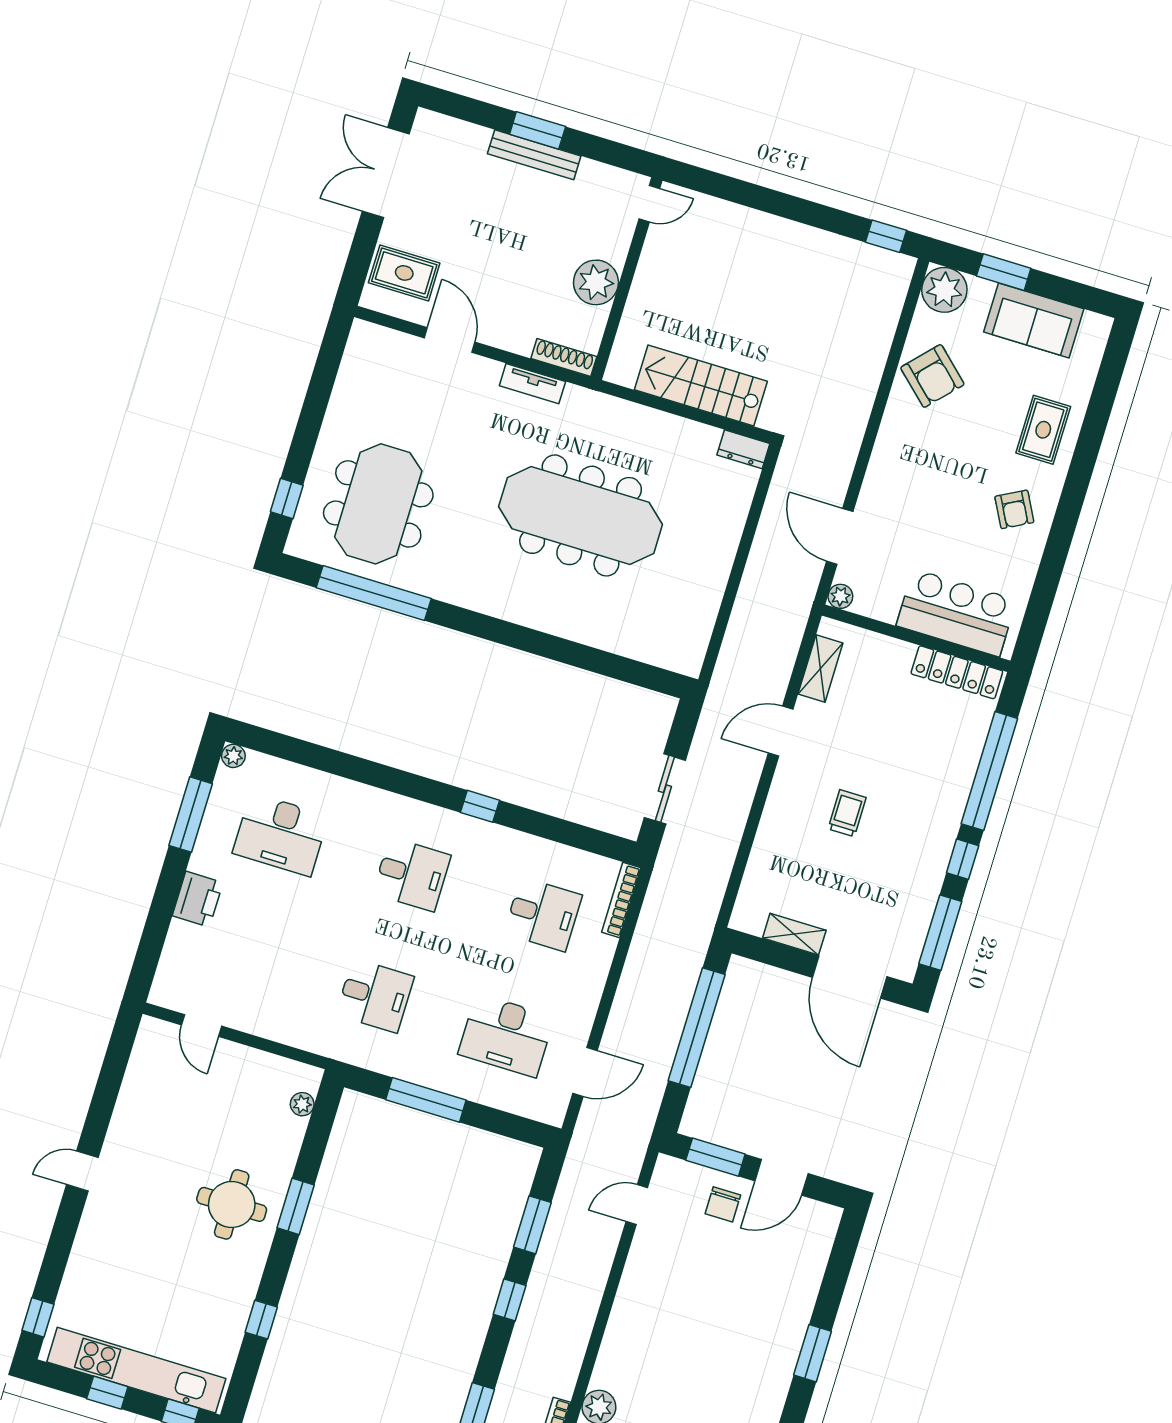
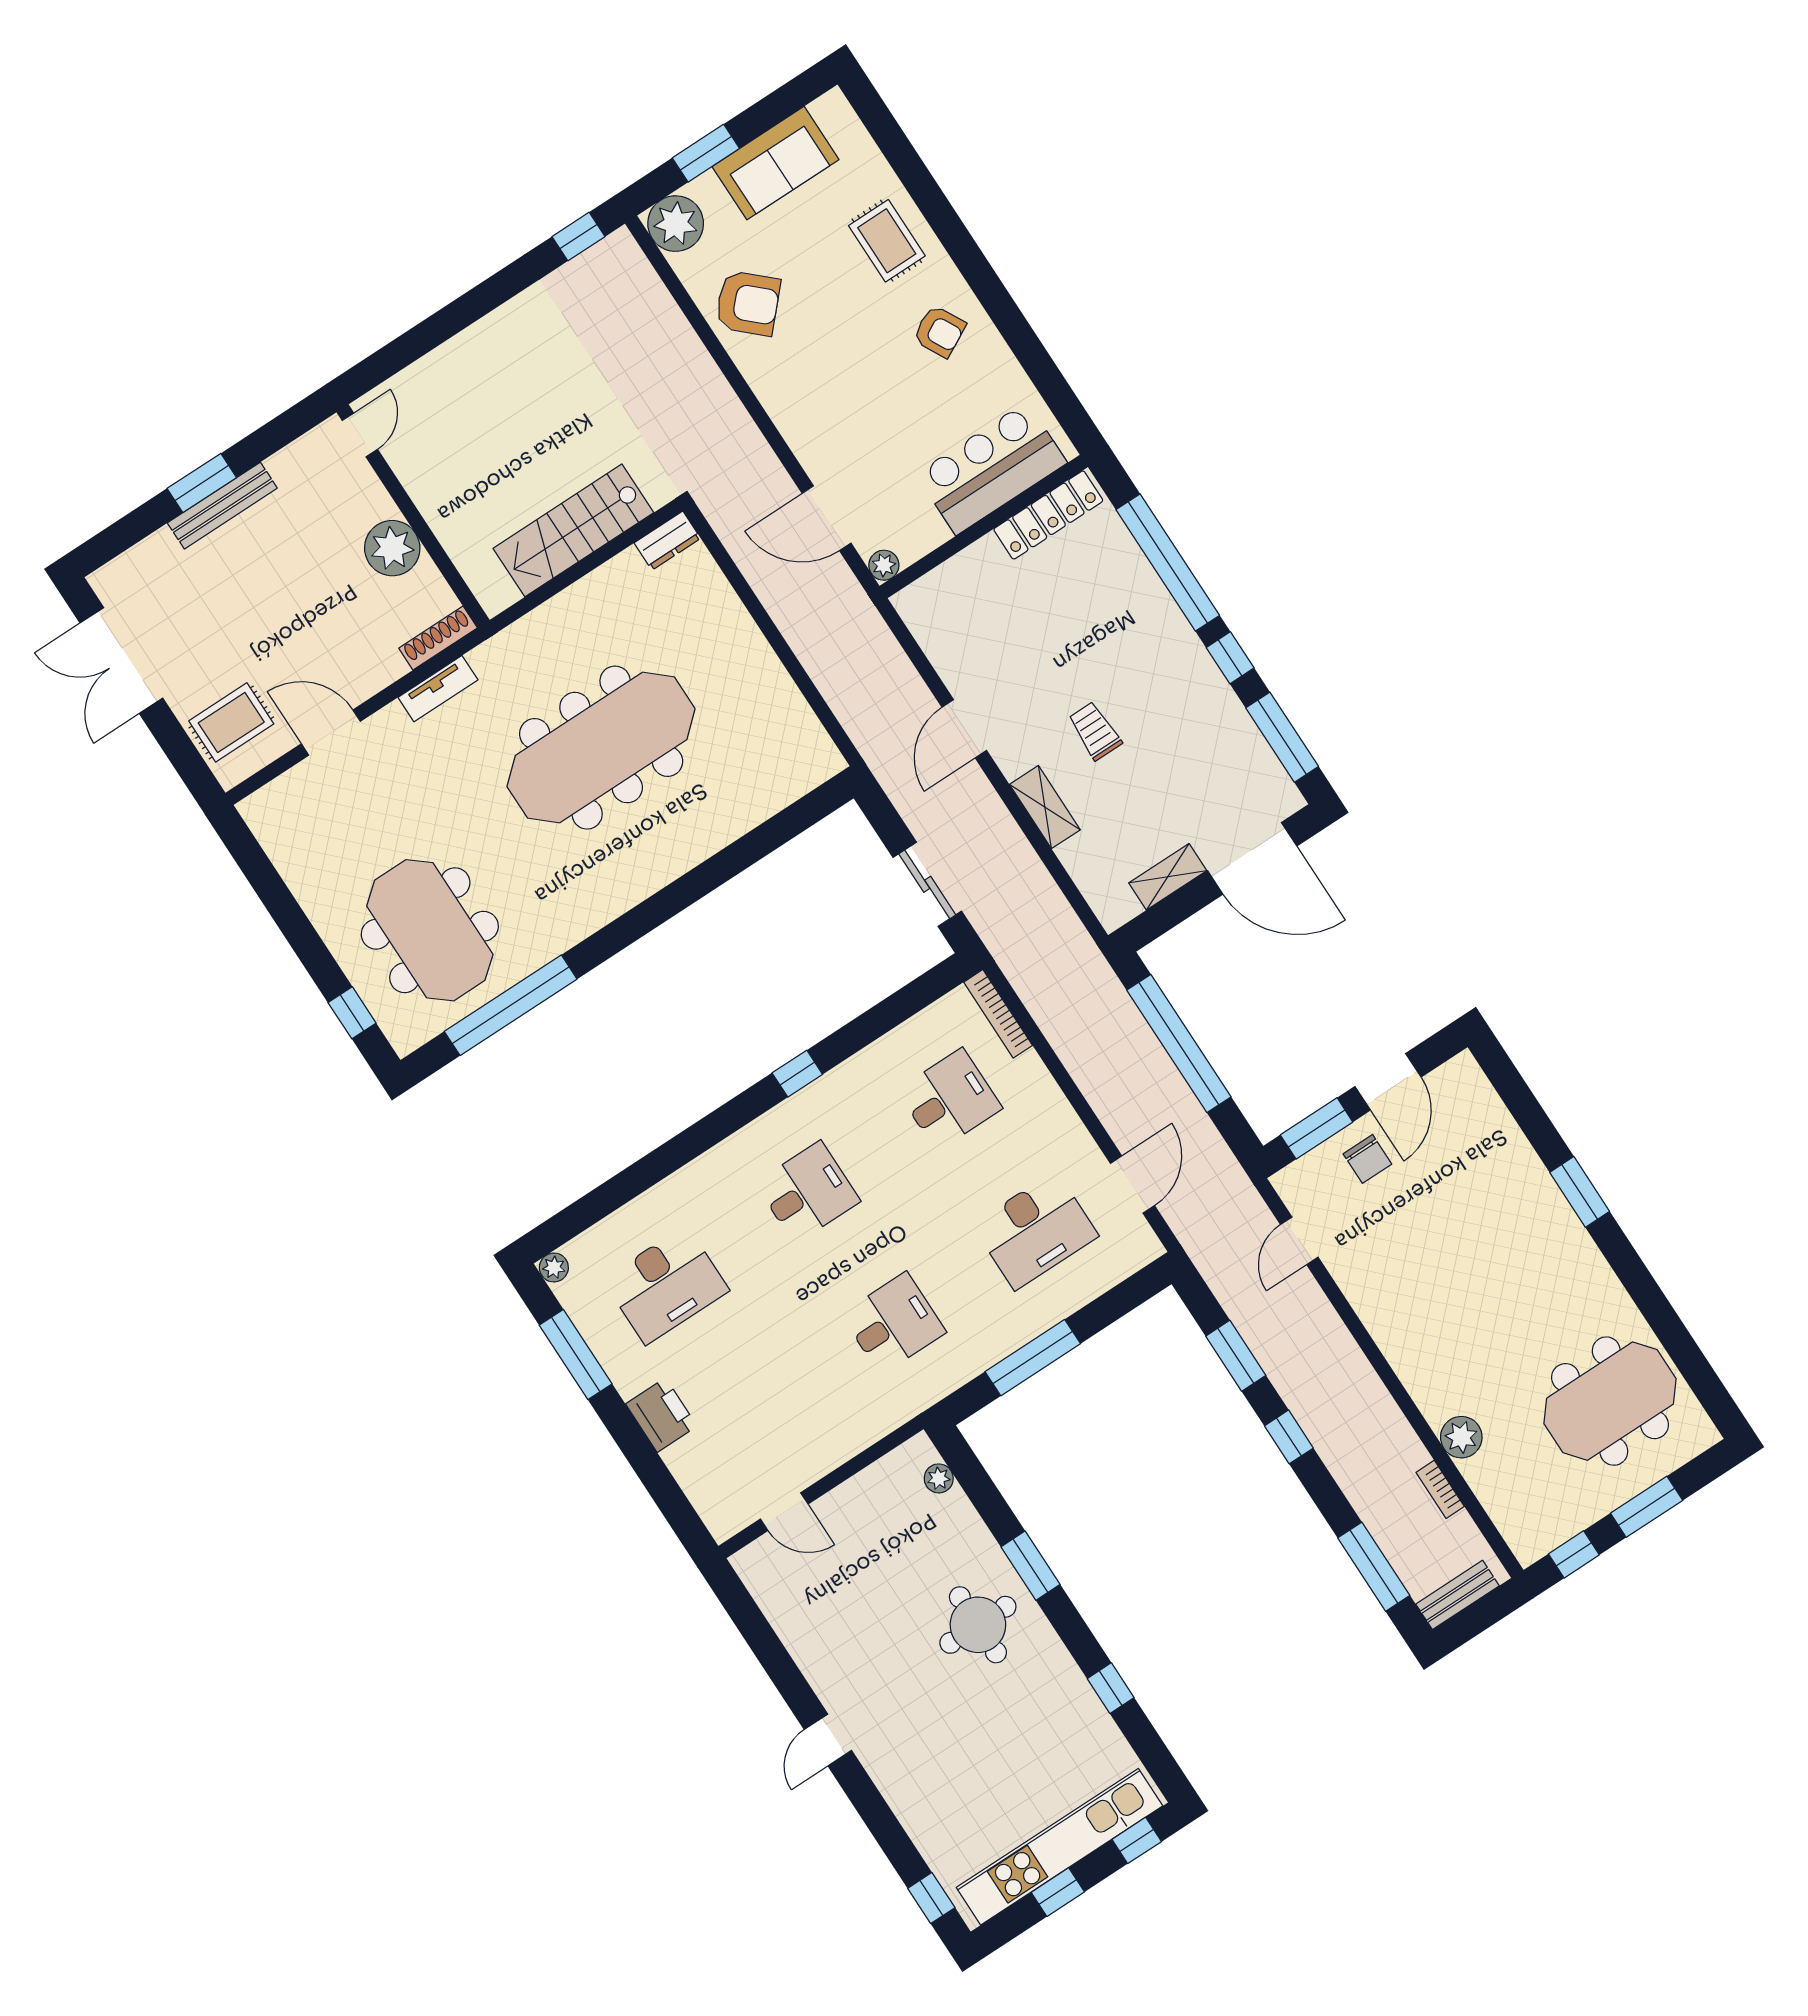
shelving: (820, 669) -> (1045, 807), moved

